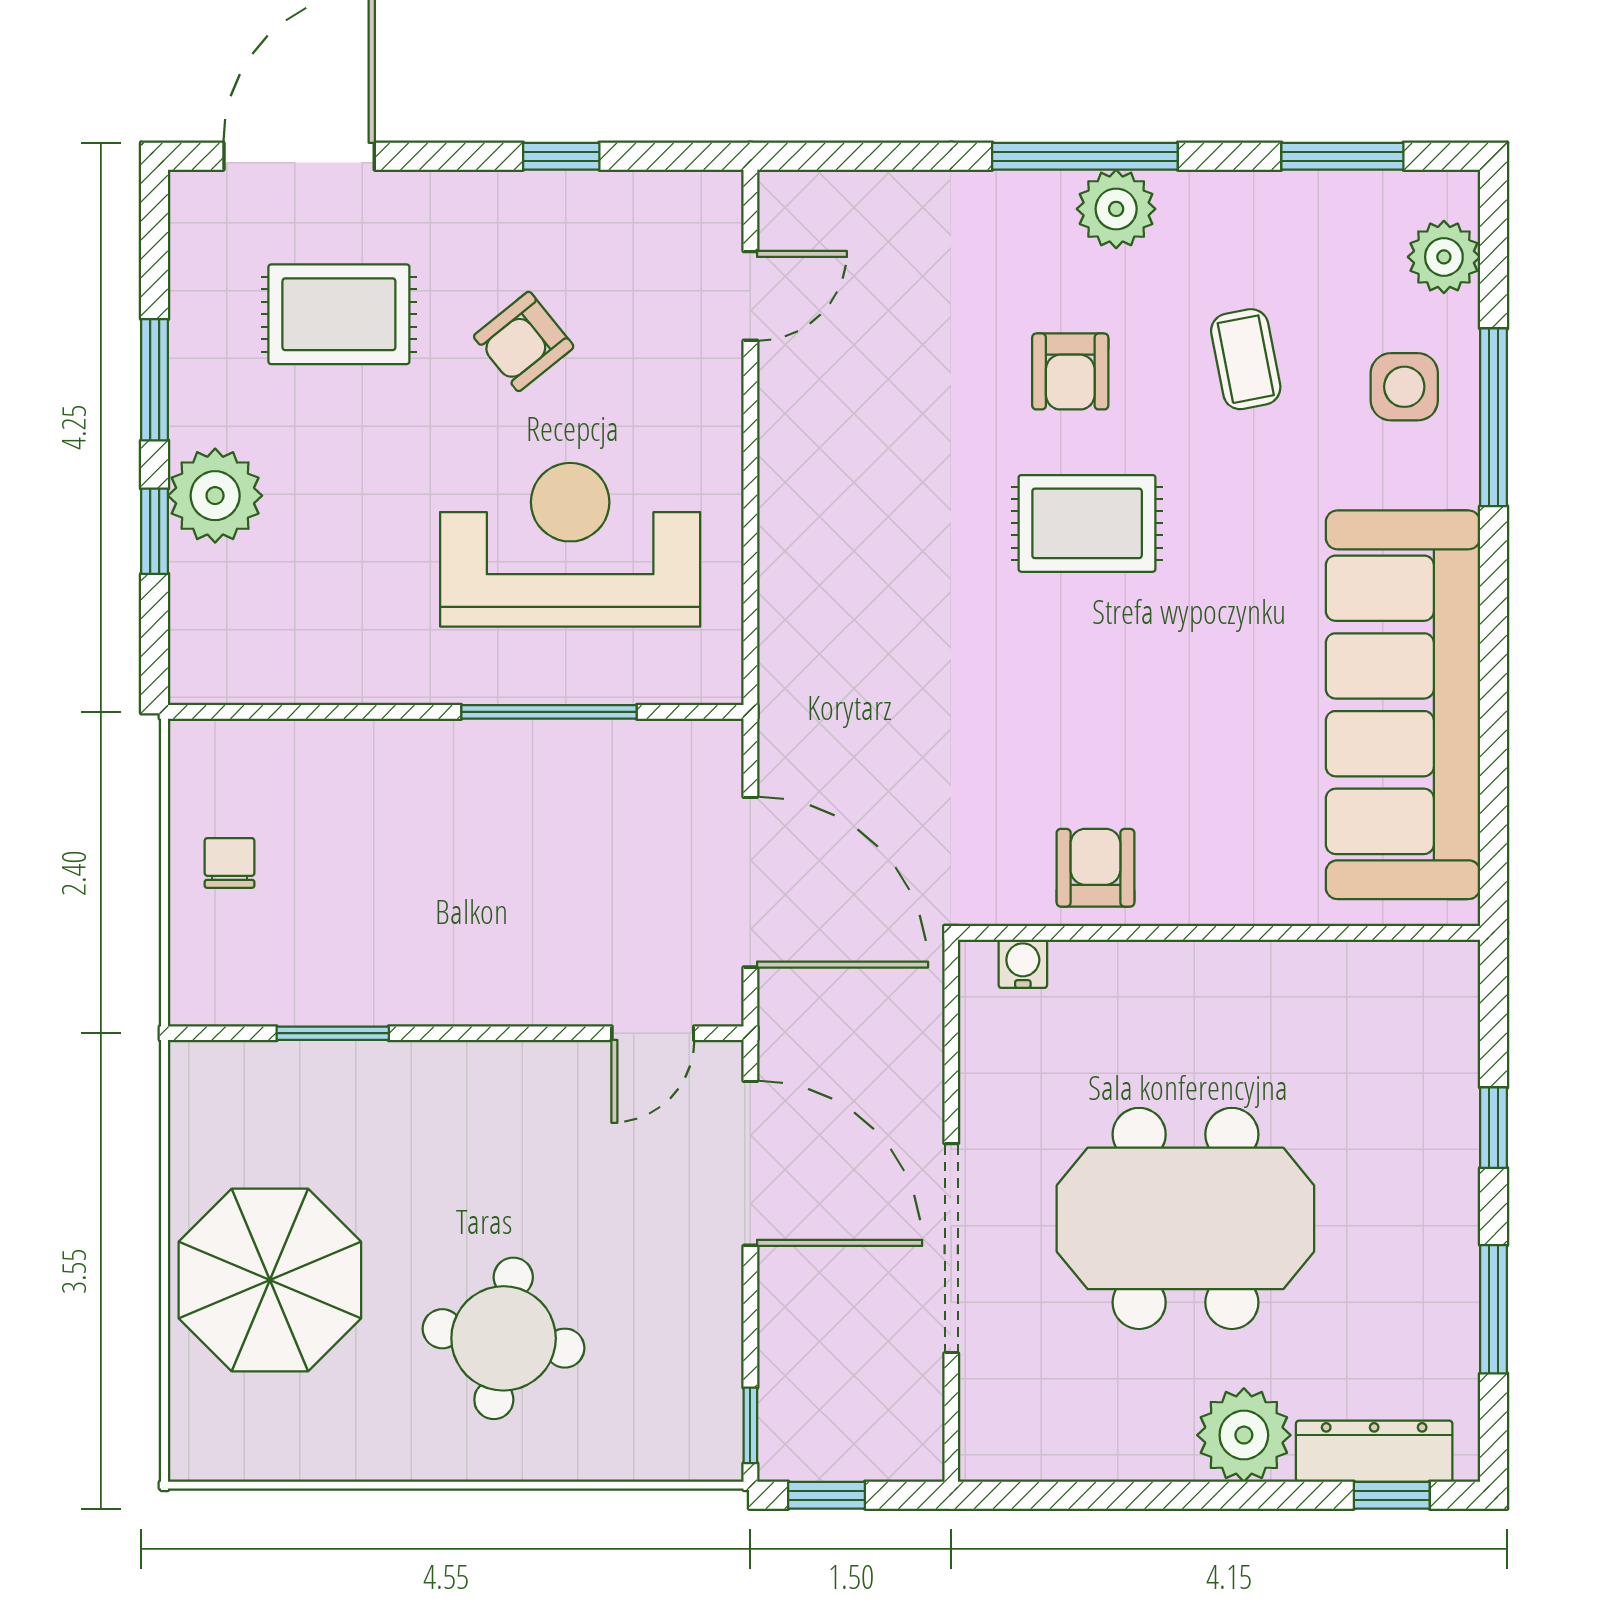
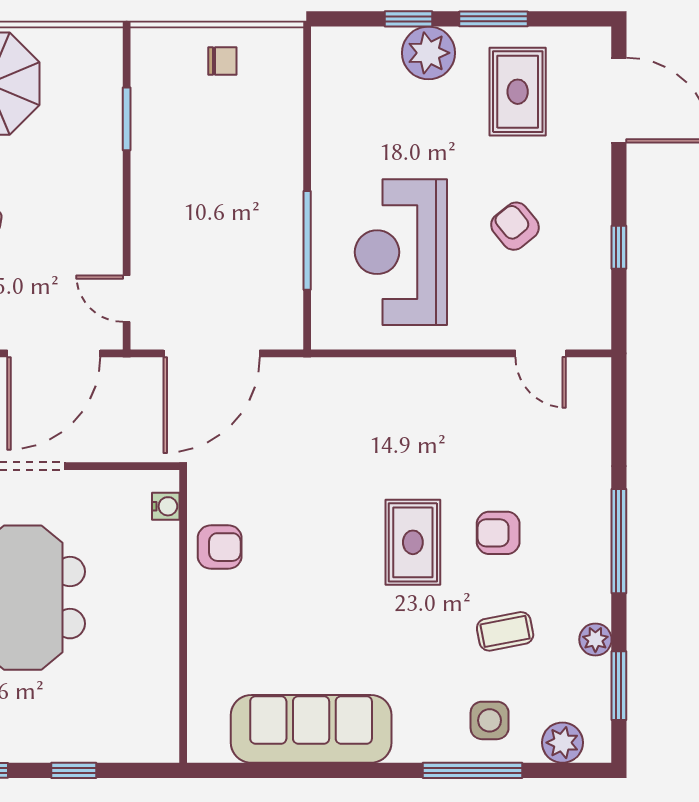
plant: (1116, 209) -> (595, 640), moved, width x0.73, depth x0.73
rug: (339, 314) -> (518, 92), moved
reception desk: (570, 545) -> (401, 252), turned 180
sofa: (1403, 705) -> (311, 729), width x0.74, depth x0.79

